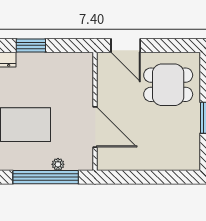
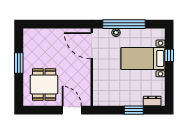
dining table: (168, 85) -> (44, 84), turned 90
door: (95, 127) -> (92, 46), moved

